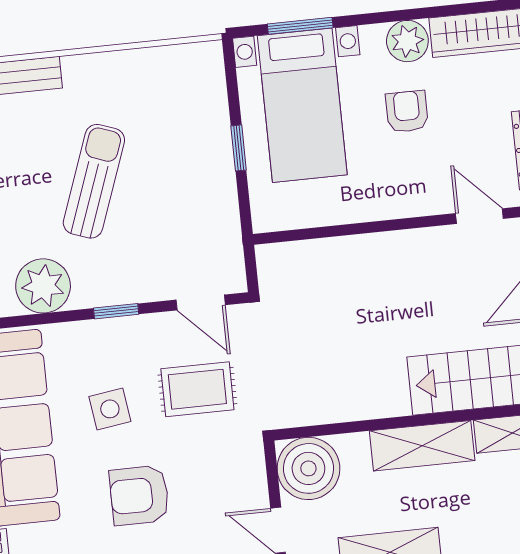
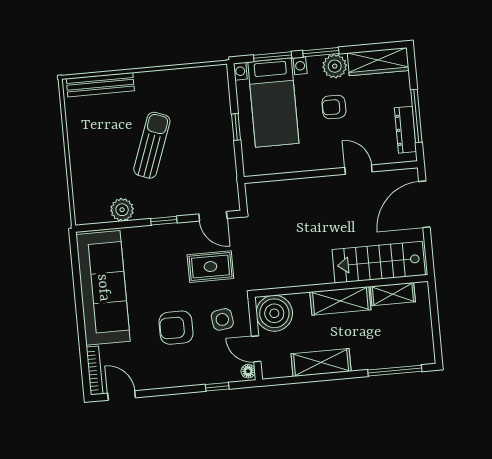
window: (383, 17) -> (321, 52), added
armchair: (407, 112) -> (334, 107), turned -90
door: (479, 216) -> (358, 170), moved
plant: (43, 286) -> (122, 210), width x0.73, depth x0.73
side table: (110, 409) -> (222, 319), moved

